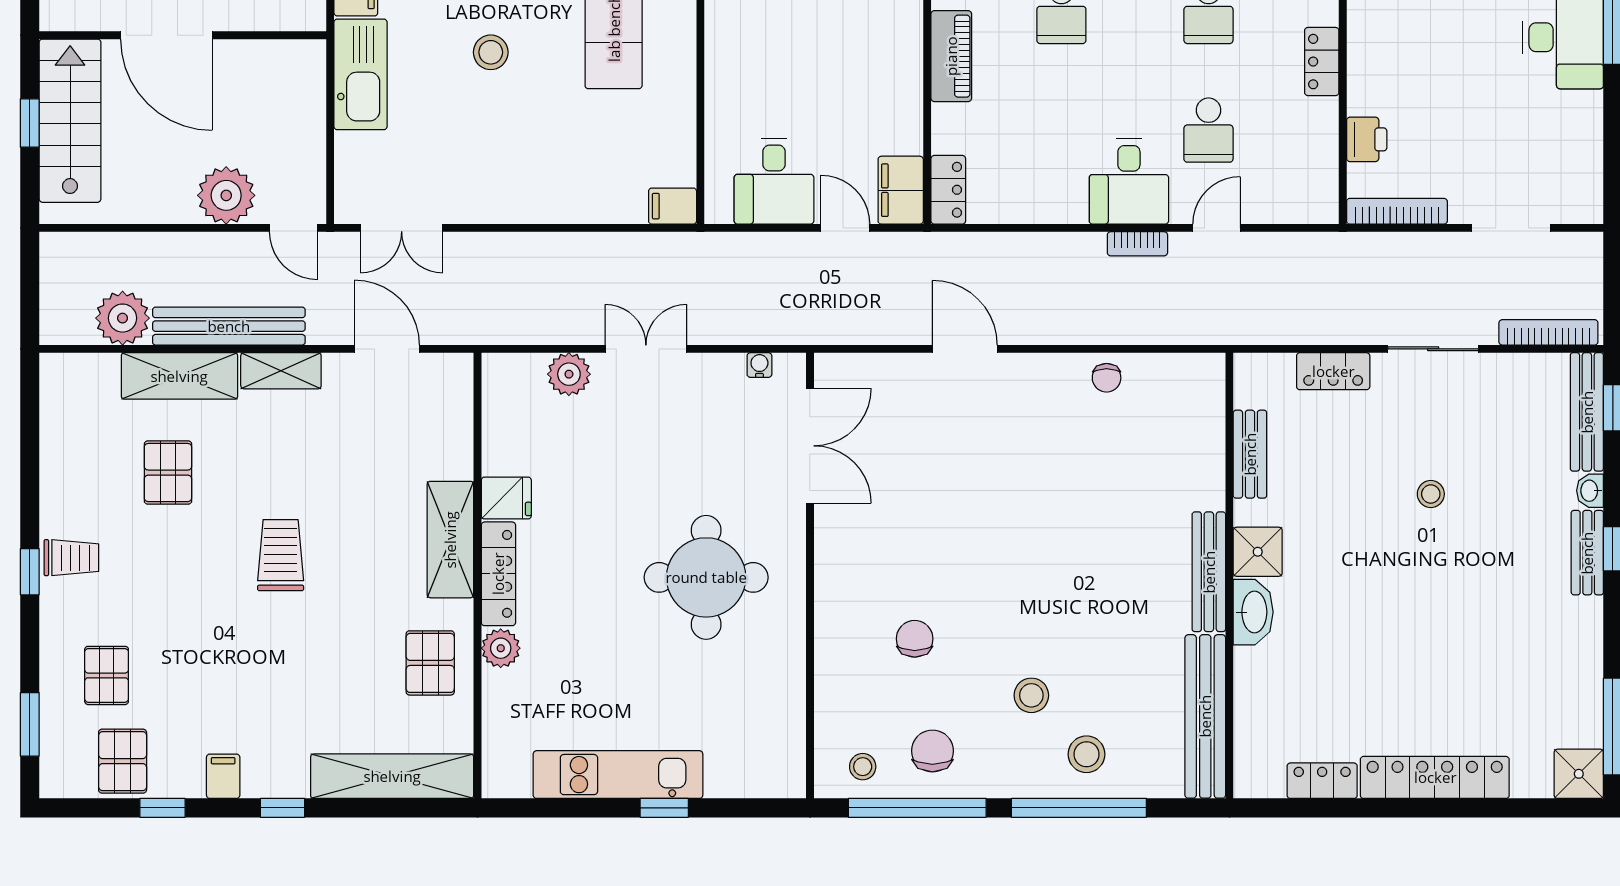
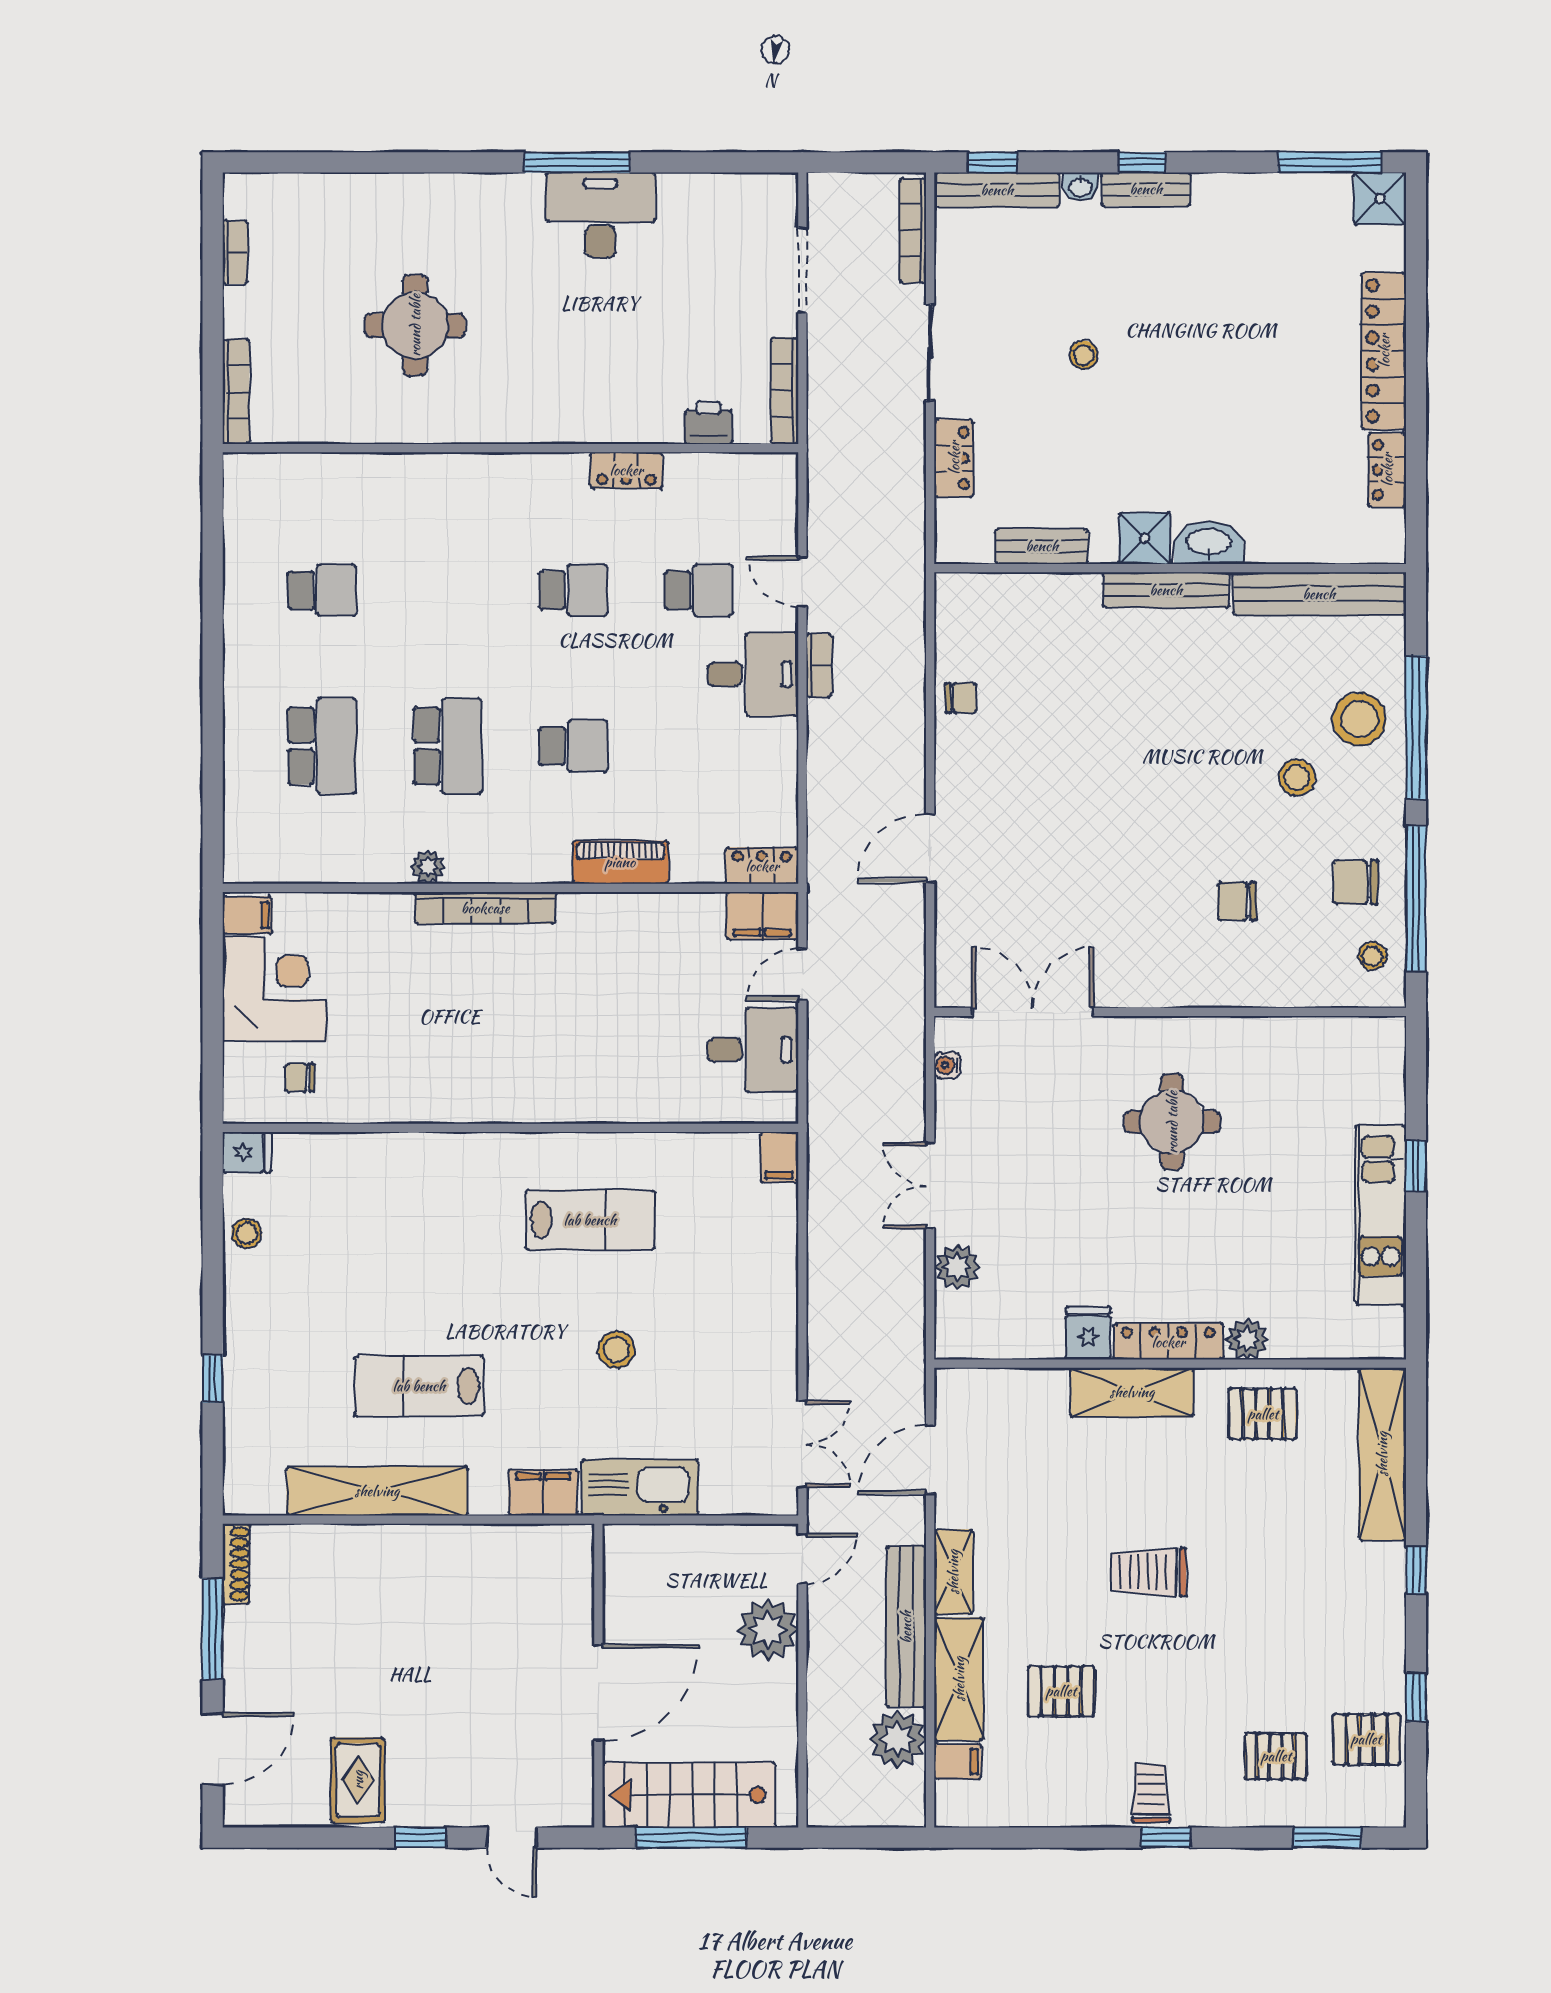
window: (30, 123) -> (691, 1838), width x2.17
round table: (706, 577) -> (1172, 1122), width x0.73, depth x0.73
stool: (1087, 754) -> (1359, 719), width x1.38, depth x1.38
filing cabinet: (223, 776) -> (958, 1762), moved, turned 180

